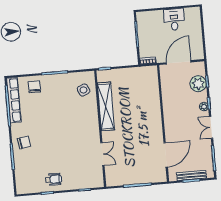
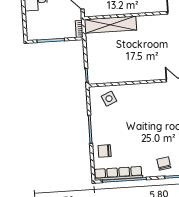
shelving: (106, 106) -> (110, 25), moved

